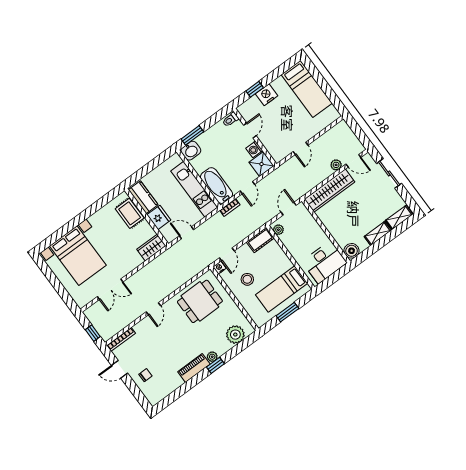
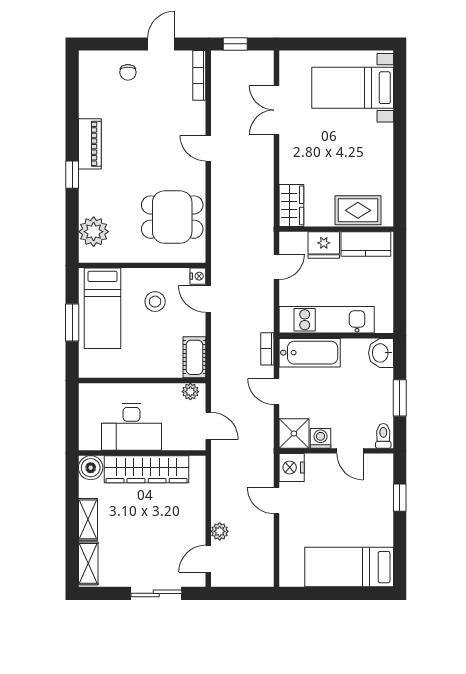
nightstand: (267, 95) -> (292, 468), moved, turned 180
window: (192, 135) -> (400, 398), moved
wardrobe: (330, 191) -> (147, 469), moved, turned -90
bed with nightstands: (78, 256) -> (353, 88), width x0.73
desk: (324, 262) -> (132, 427), moved, turned -90
bed: (282, 289) -> (103, 308), moved, turned 180
dining table: (200, 301) -> (172, 217), turned 90
plant: (212, 357) -> (87, 179), removed

